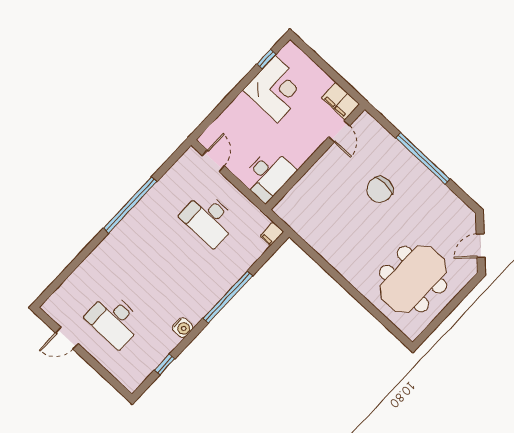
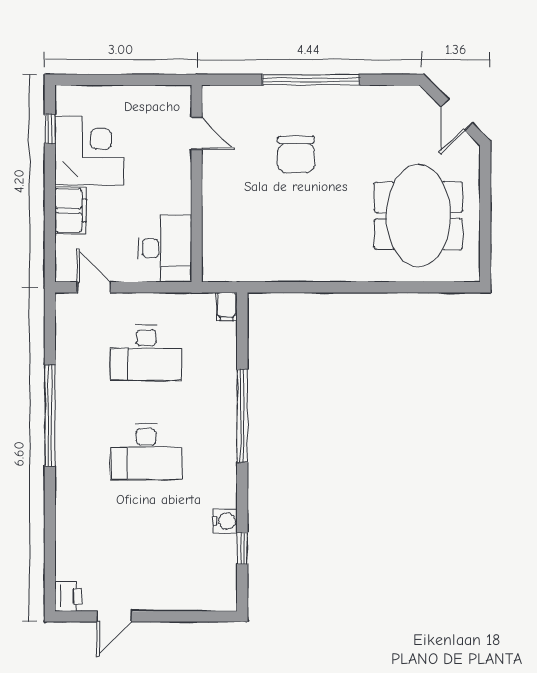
filing cabinet: (340, 101) -> (71, 210), moved, turned -90
printer: (53, 306) -> (68, 596), added
desk: (114, 320) -> (146, 452), moved
water cooler: (183, 328) -> (225, 521), moved

